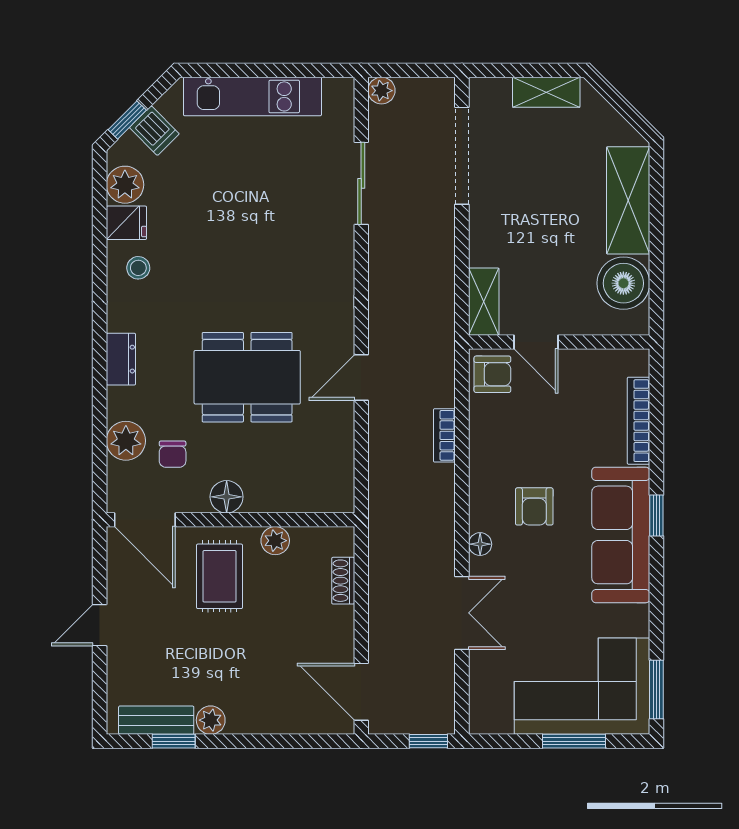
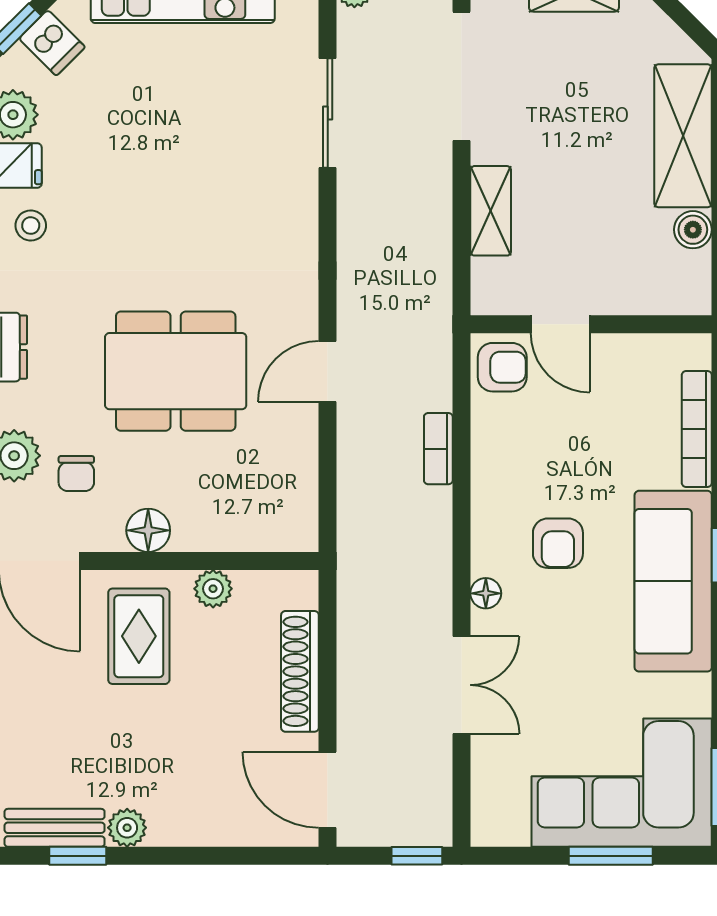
boiler: (623, 283) -> (693, 230), width x0.54, depth x0.54
shelving: (484, 302) -> (491, 211), moved
shoe rack: (343, 581) -> (300, 671), width x1.94, depth x1.24

